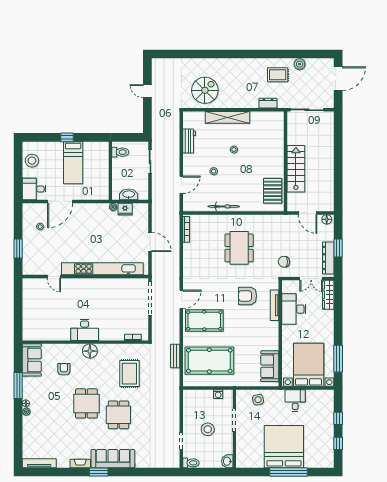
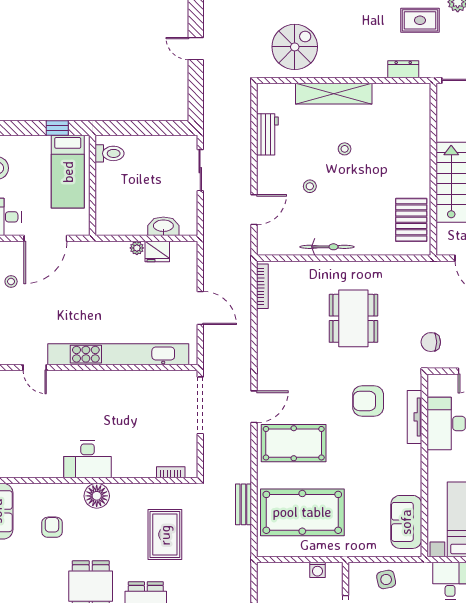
toilet: (120, 152) -> (110, 153), moved
wall: (110, 171) -> (93, 185), moved

